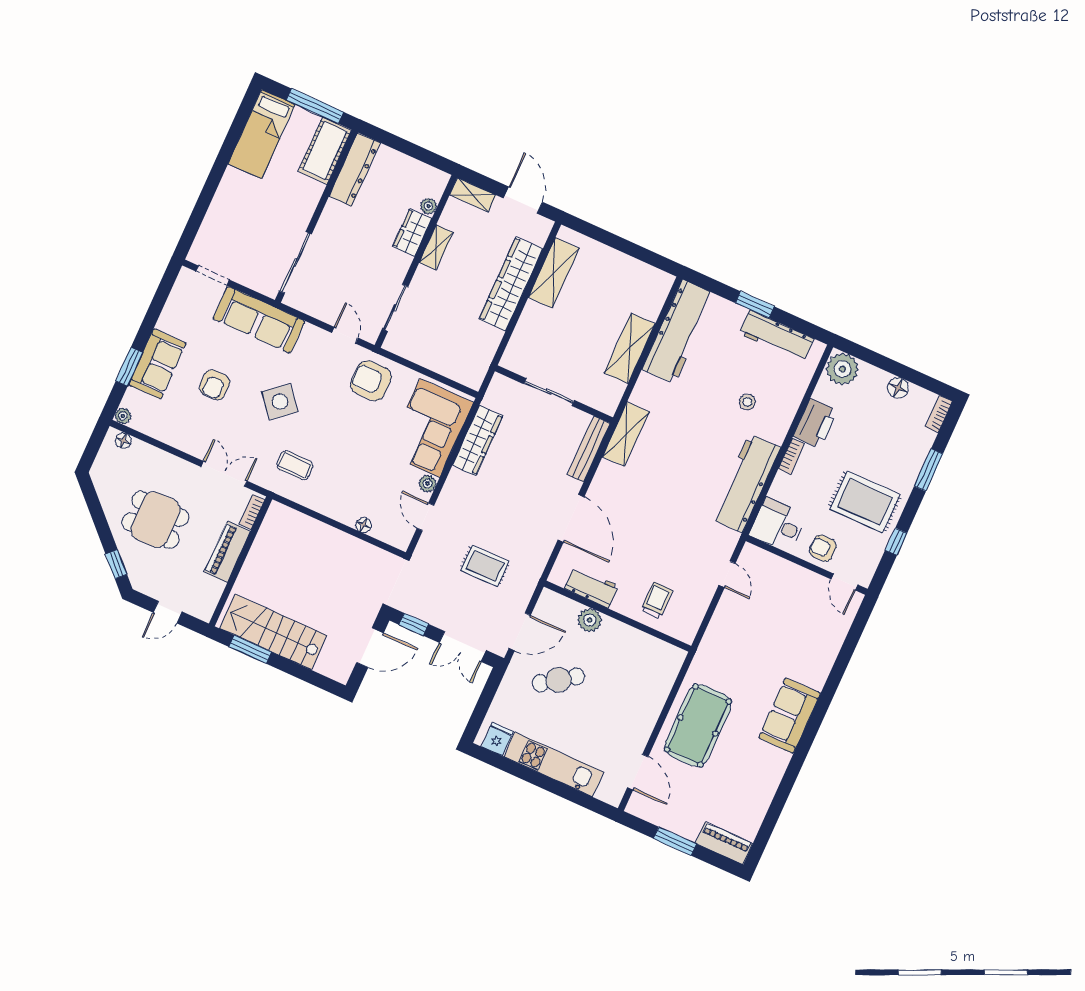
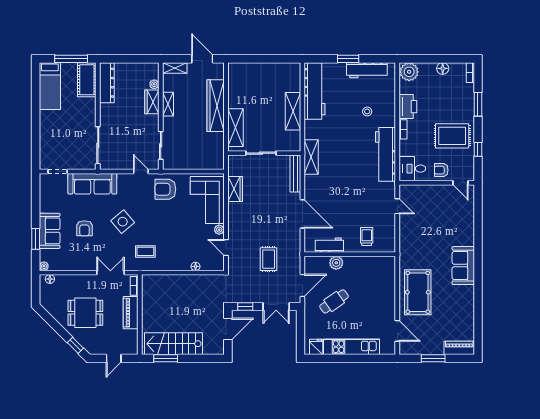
shelving: (554, 273) -> (235, 128), moved
wardrobe: (478, 440) -> (235, 189), width x0.67
rug: (485, 566) -> (269, 259), turned 90

